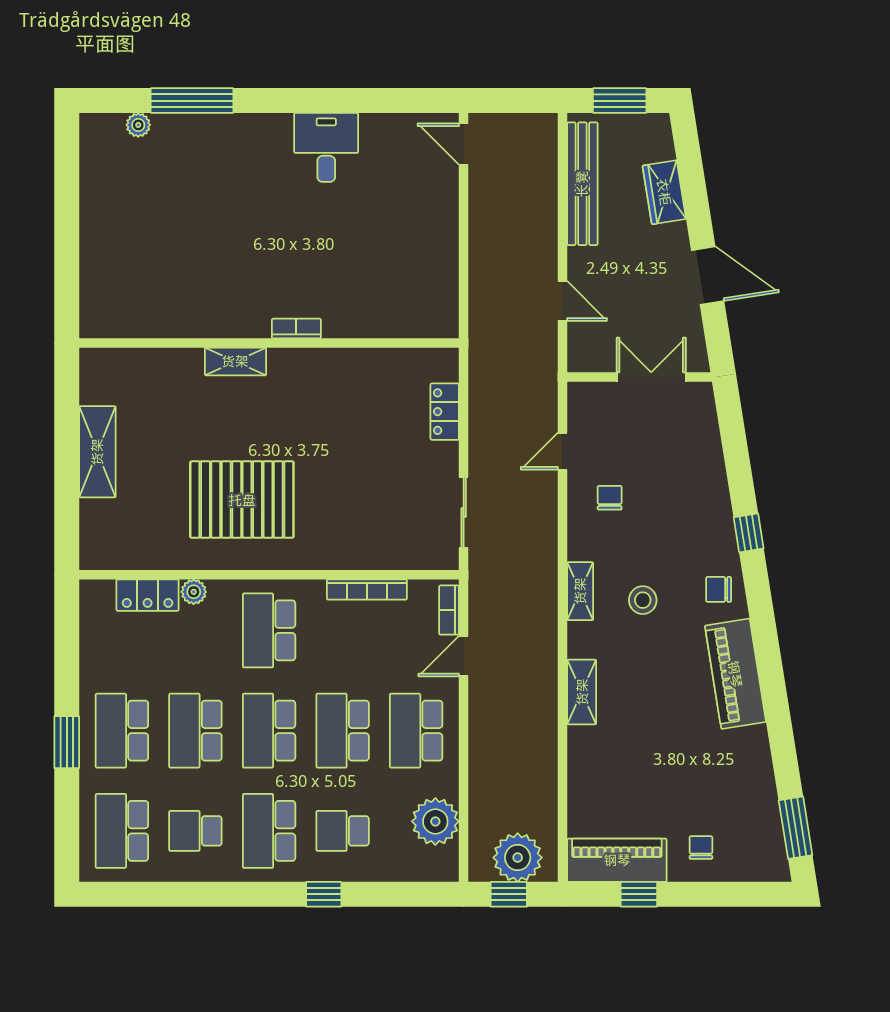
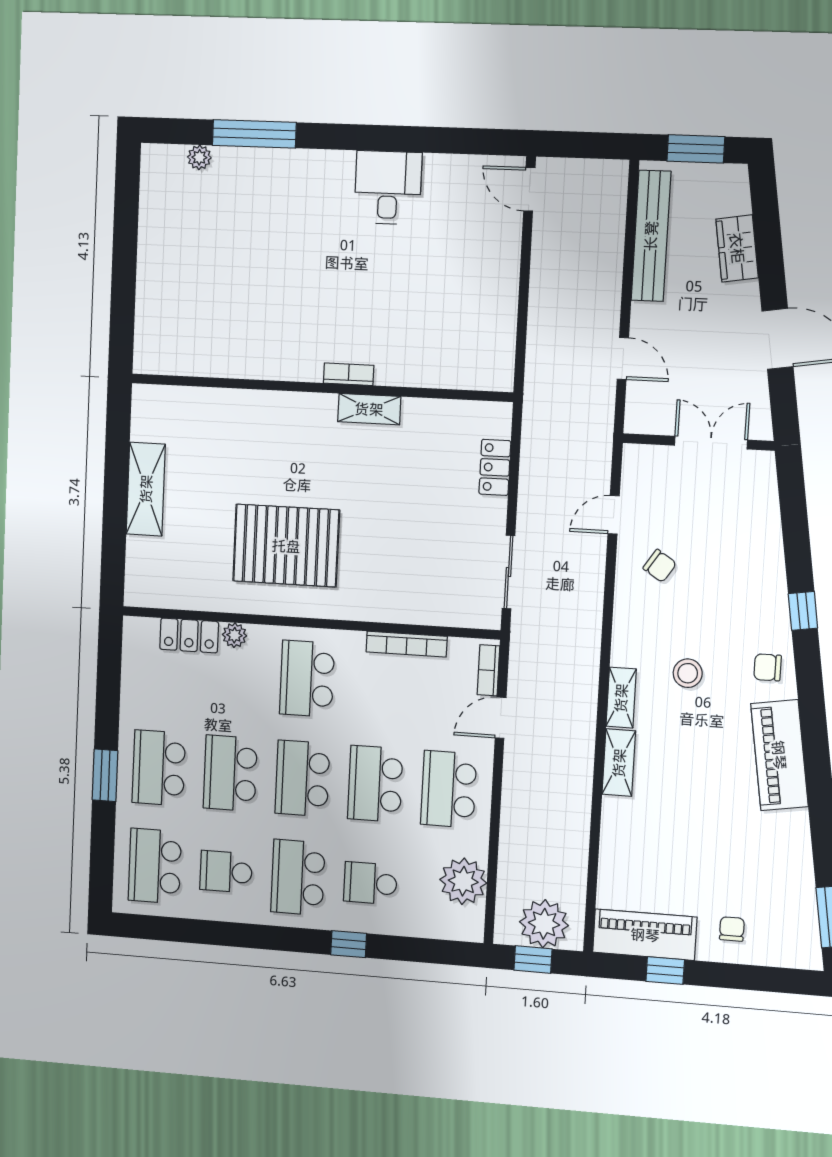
shelving: (235, 361) -> (369, 409), moved
chair: (610, 498) -> (660, 566), turned 123
shelving: (580, 591) -> (621, 698), moved

